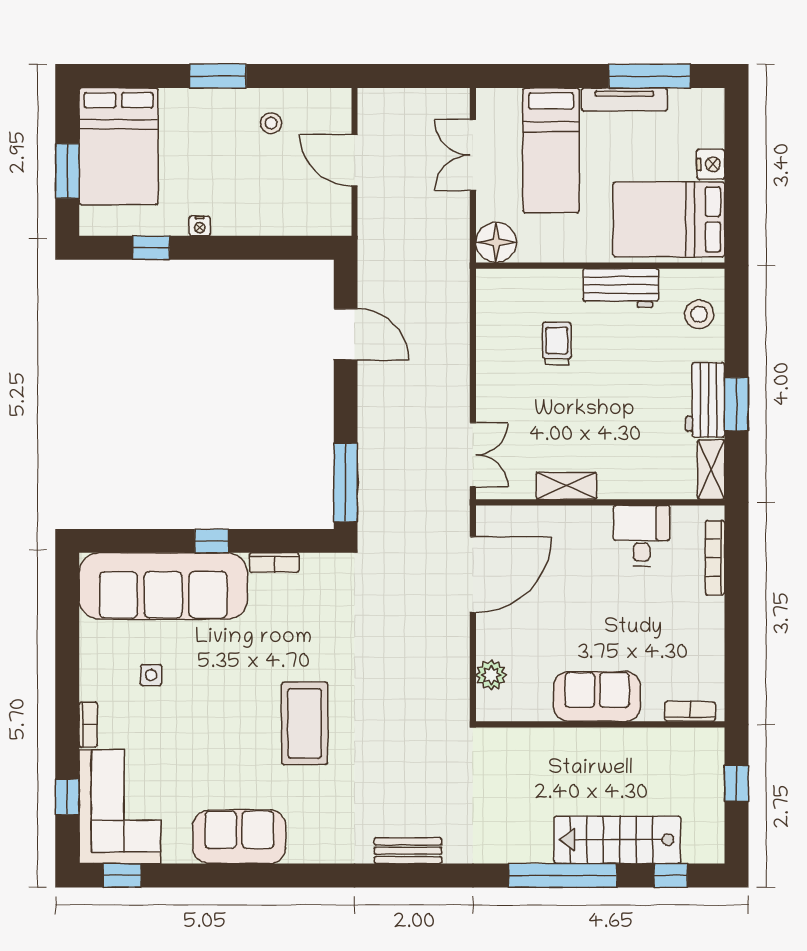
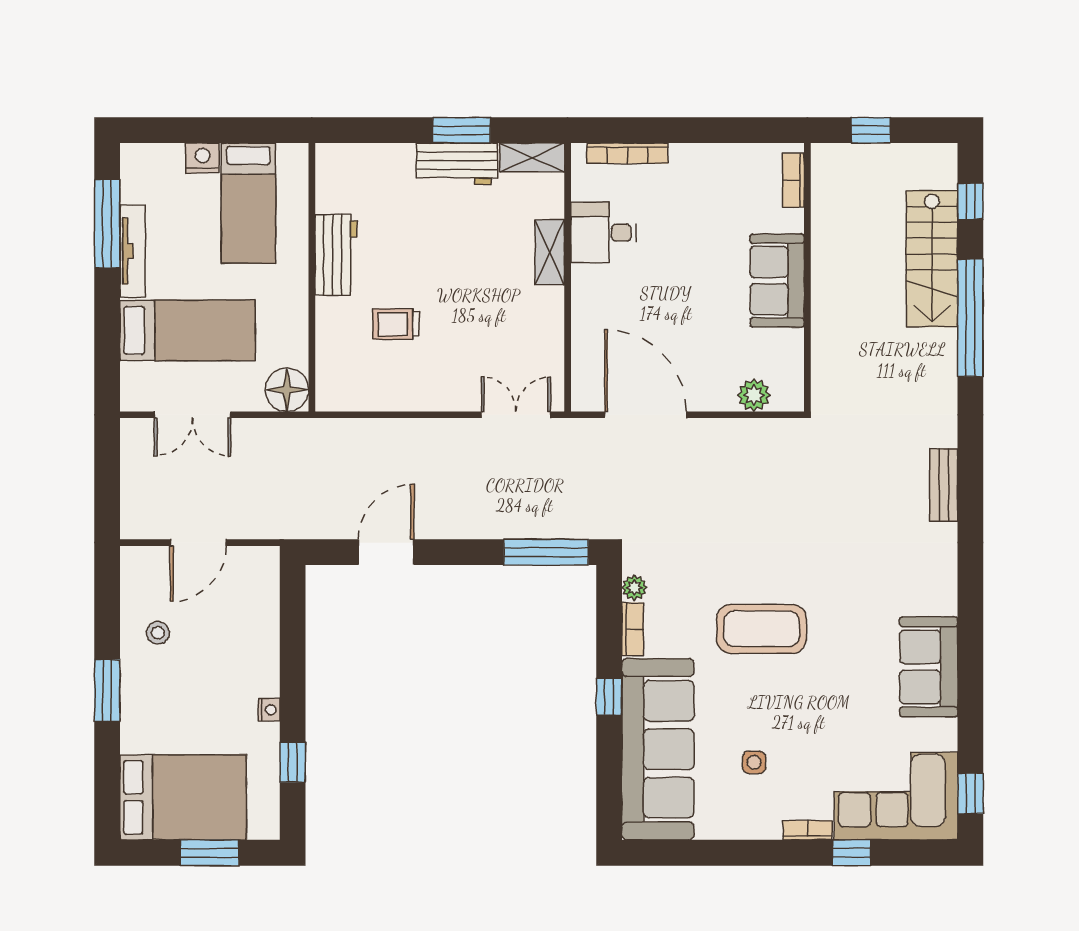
bed: (669, 219) -> (248, 203), width x0.67
stool: (699, 314) -> (364, 171), removed
shelving: (567, 486) -> (550, 252), moved
plant: (313, 564) -> (634, 588), added
coffee table: (305, 723) -> (762, 629), moved
window: (67, 797) -> (851, 853), moved

